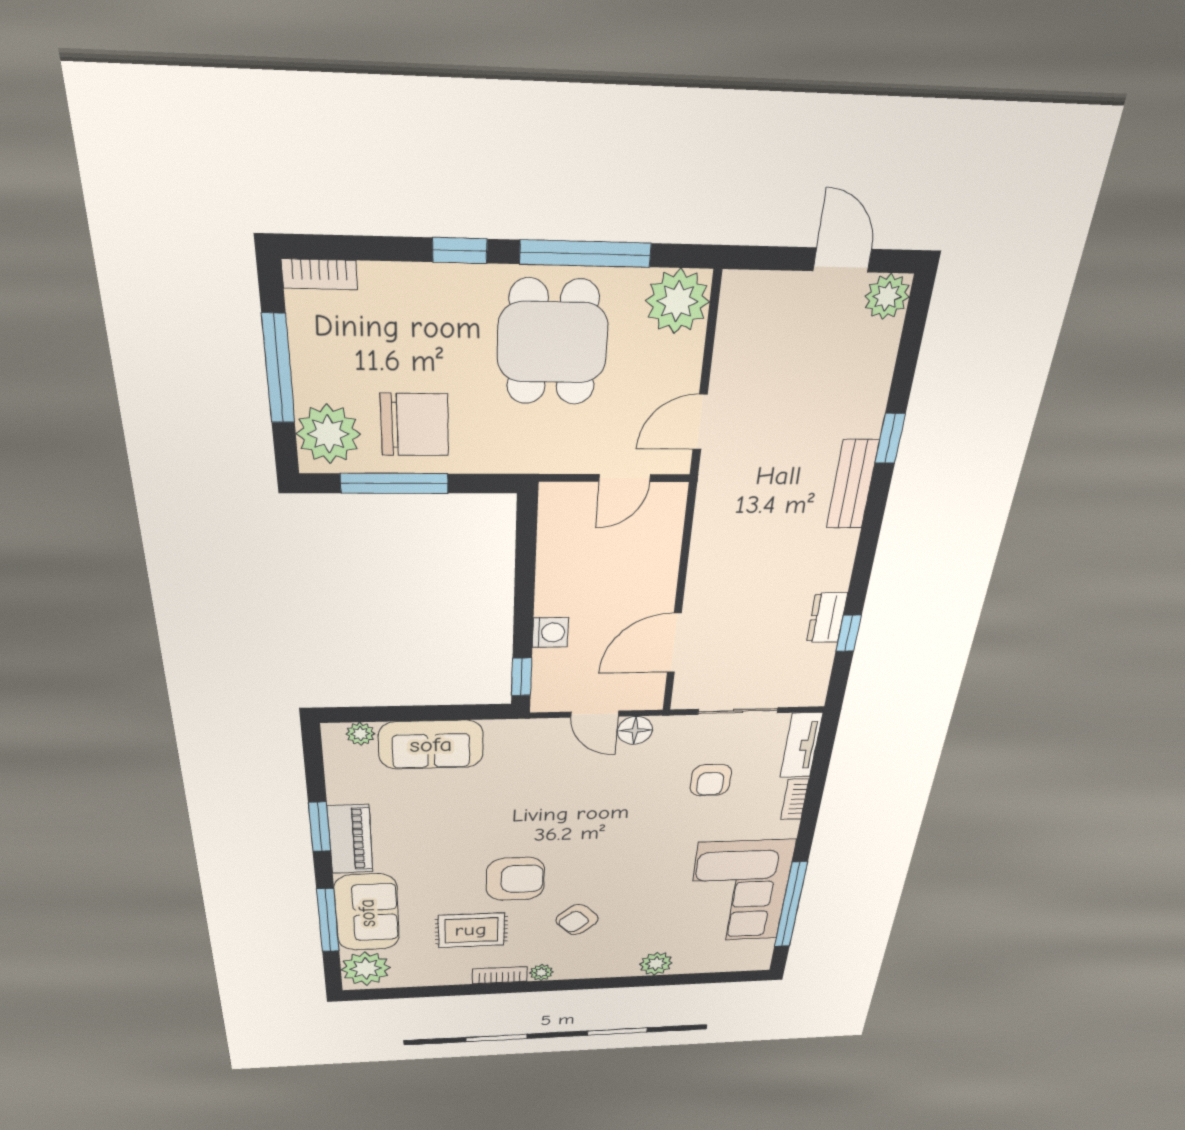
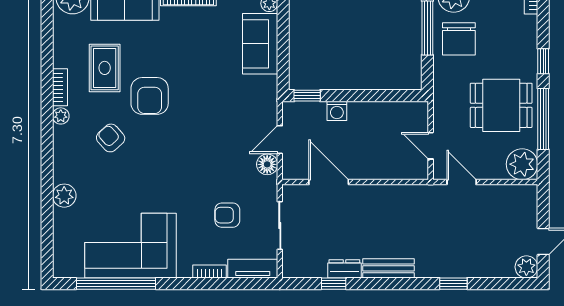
bench: (853, 484) -> (388, 268), moved

